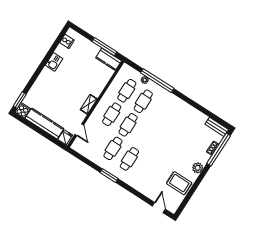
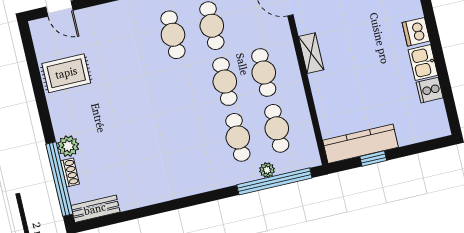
cooker: (67, 41) -> (430, 90), moved
window: (104, 47) -> (373, 158), width x0.46
kitchen counter: (109, 59) -> (361, 144), width x1.50
dishwasher: (46, 75) -> (416, 32), added
window: (157, 81) -> (274, 181), moved
plant: (198, 168) -> (68, 146), moved

